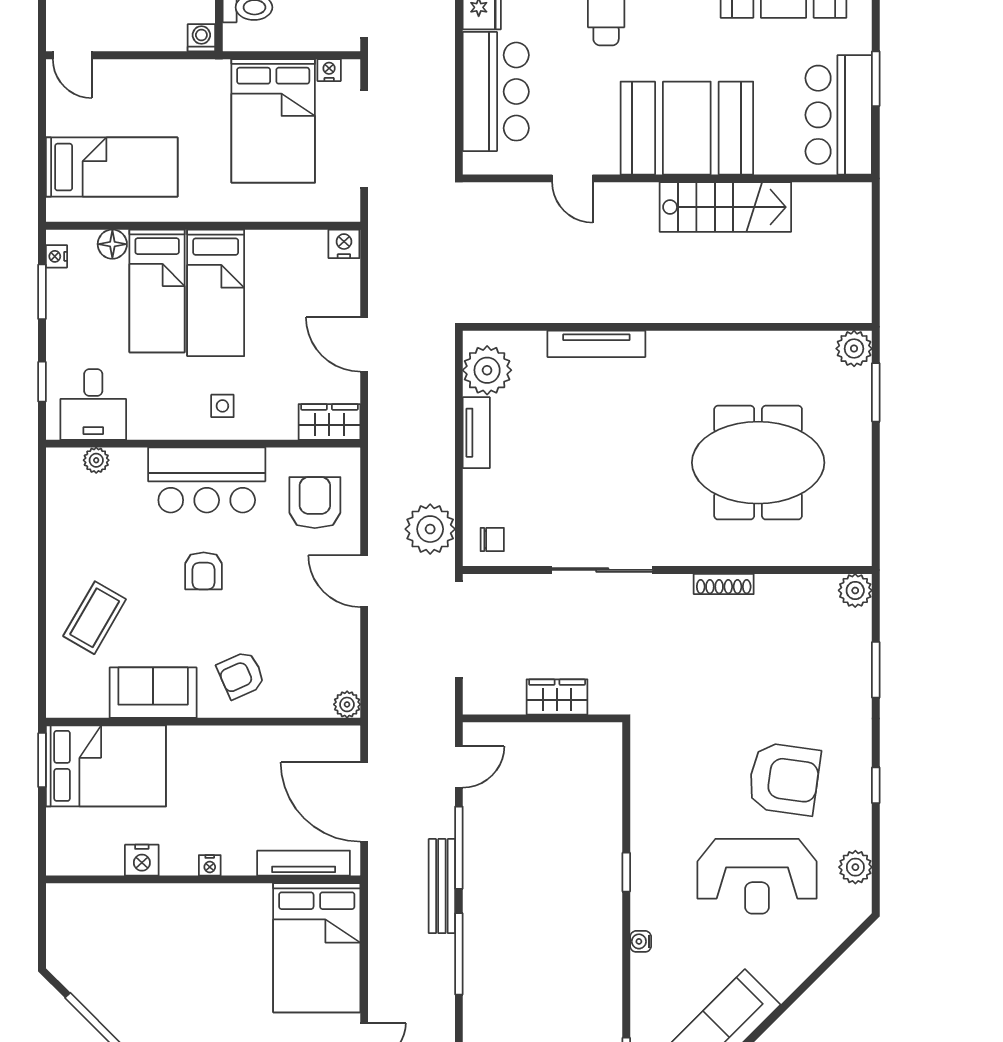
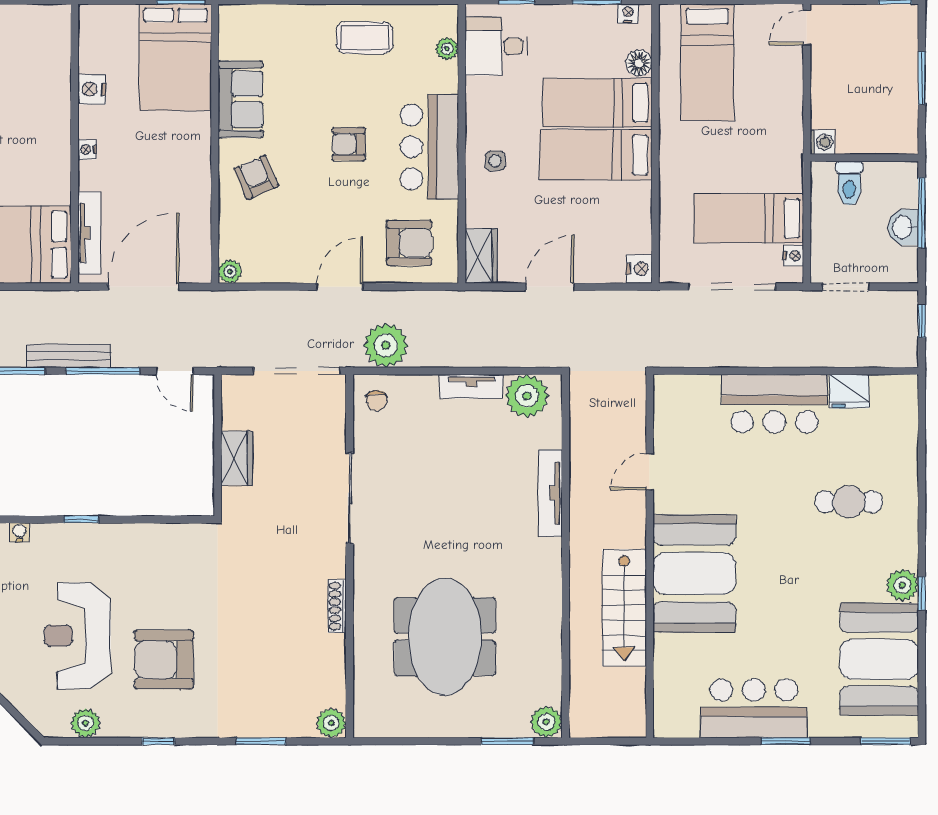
bed: (273, 121) -> (748, 218), width x0.67
booth: (687, 128) -> (694, 573), moved
door: (572, 178) -> (650, 472), moved
wall: (667, 178) -> (650, 556), moved
stairs: (725, 207) -> (624, 608), moved
coffee table: (95, 618) -> (365, 38), moved, turned -30
armchair: (784, 779) -> (164, 660), turned 82

